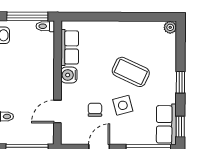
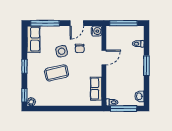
coffee table: (131, 72) -> (57, 73), turned -38
water cooler: (69, 75) -> (97, 31), moved
door: (57, 112) -> (104, 57), moved
window: (180, 127) -> (24, 95), moved

